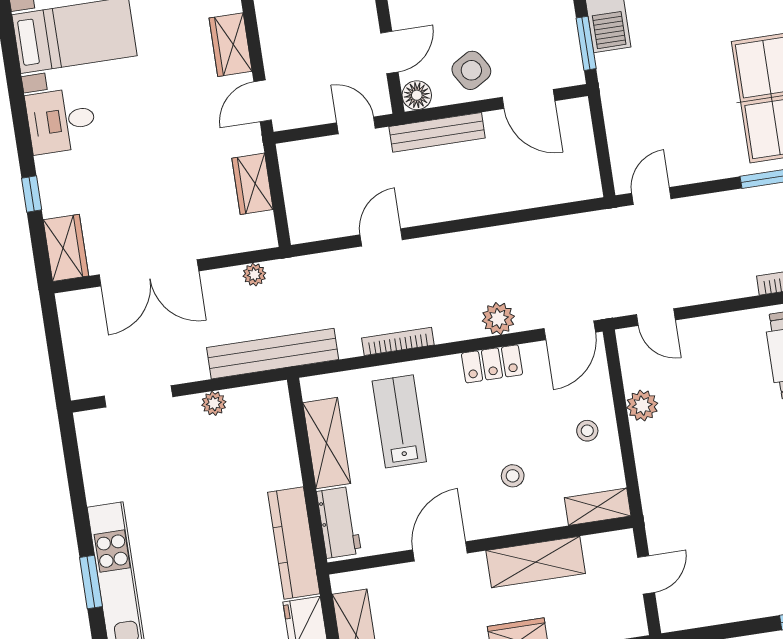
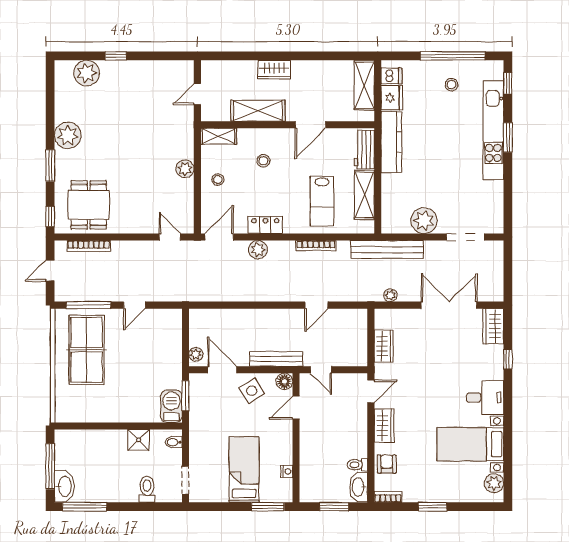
plant: (579, 119) -> (196, 354), added
door: (651, 196) -> (135, 305), moved
plant: (214, 403) -> (424, 221), width x1.87, depth x1.87
plant: (642, 406) -> (185, 169), moved

